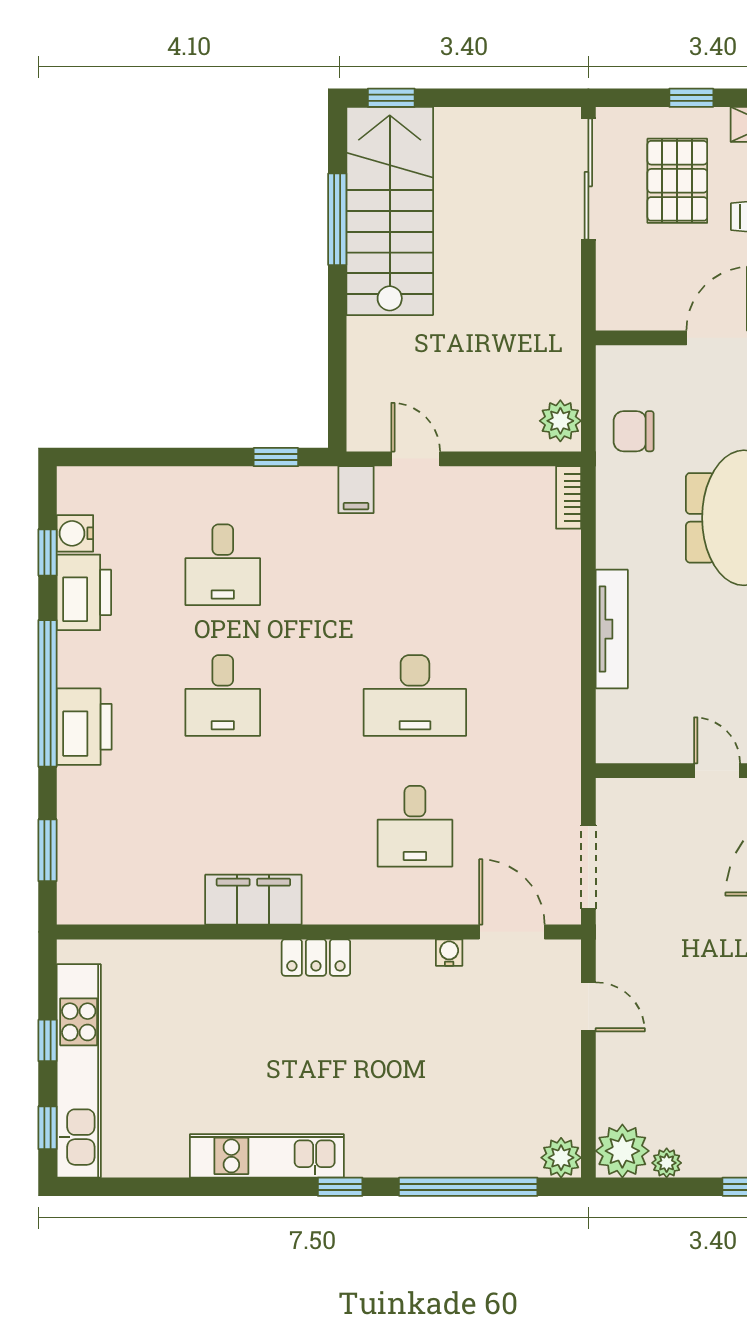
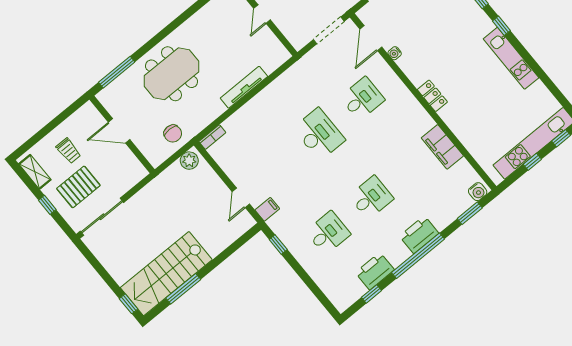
water cooler: (75, 533) -> (478, 192), moved
filing cabinet: (253, 900) -> (442, 147), moved

